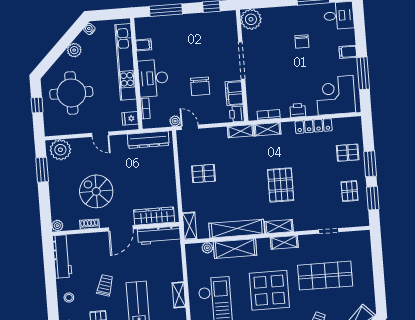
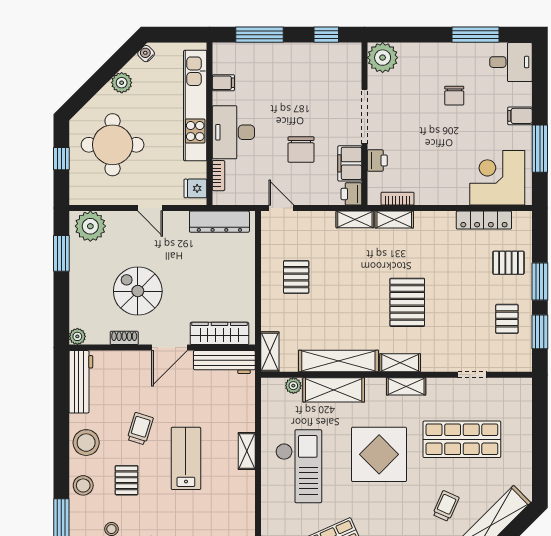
printer: (298, 110) -> (377, 161), moved, turned 90
plant: (175, 121) -> (261, 197), removed
locker: (314, 126) -> (484, 220), moved
pallet: (204, 174) -> (296, 277), turned 90
stool: (69, 298) -> (86, 443), width x1.89, depth x1.89

